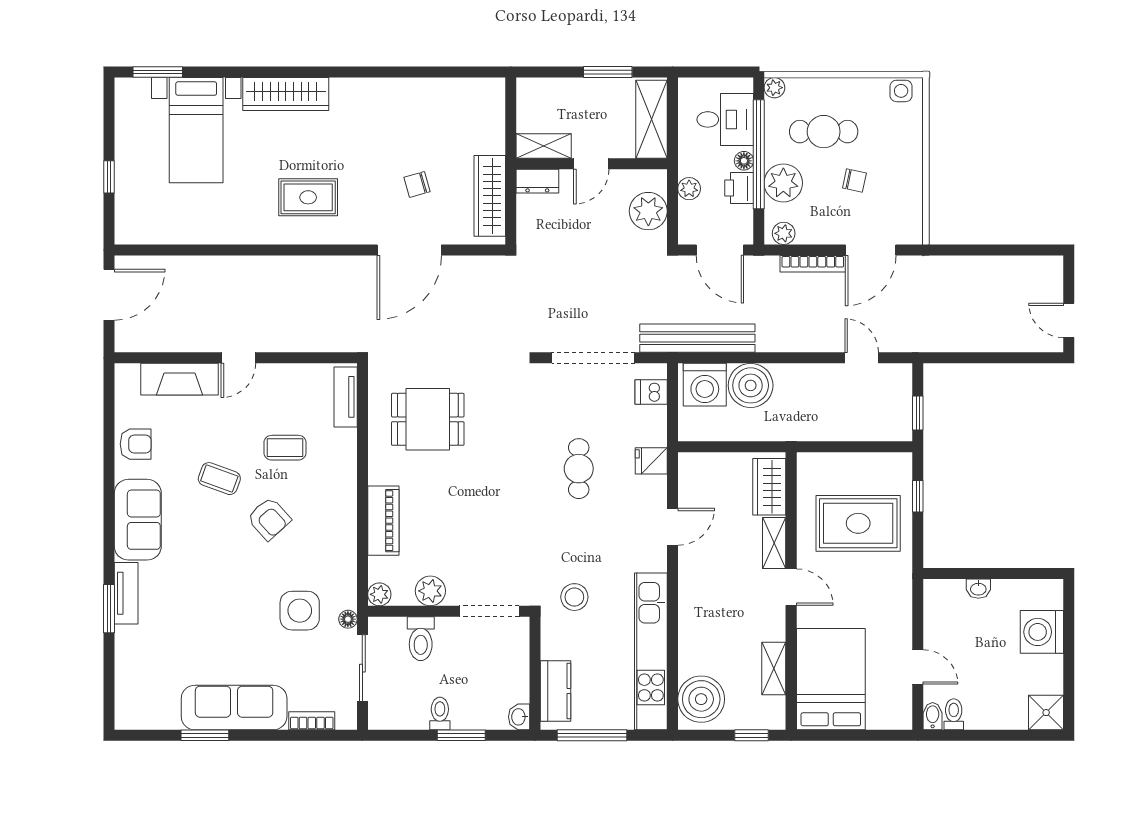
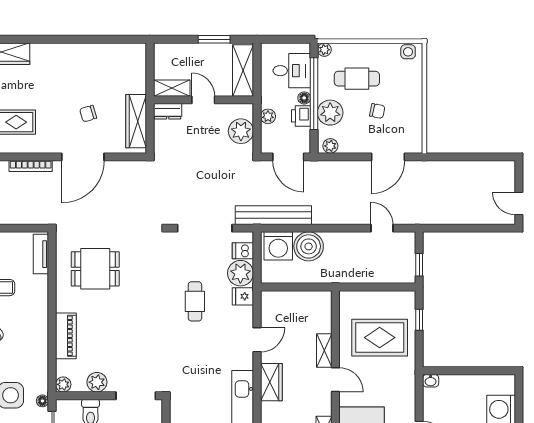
door: (591, 164) -> (203, 100), swing flipped
bookcase: (813, 264) -> (31, 166), moved
plant: (648, 426) -> (240, 273), added
wardrobe: (769, 487) -> (271, 382), moved, turned 180
washbasin: (978, 589) -> (431, 381), moved
stool: (574, 597) -> (192, 386), removed

